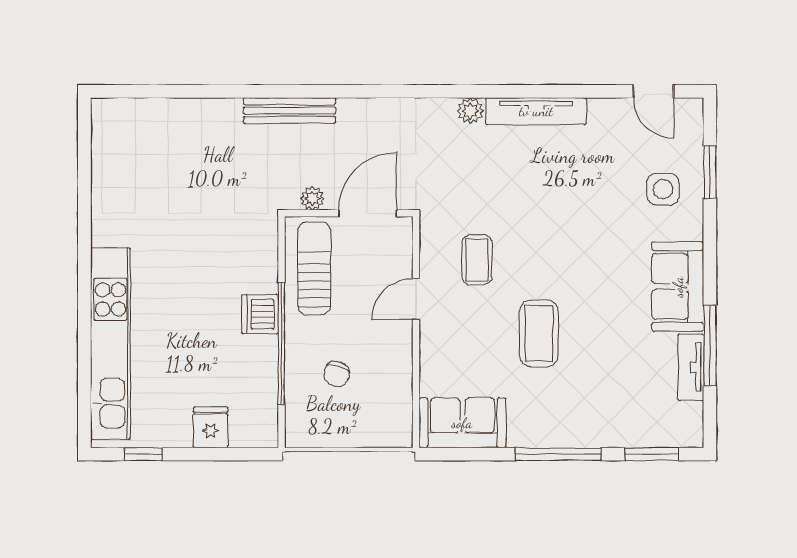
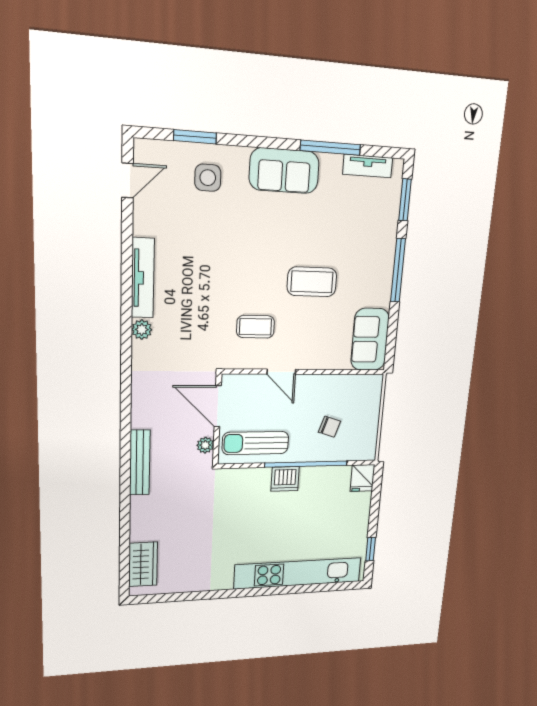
wardrobe: (139, 117) -> (143, 564), added
tv unit: (691, 367) -> (368, 166), moved
fridge: (211, 427) -> (362, 478), moved, turned -90

